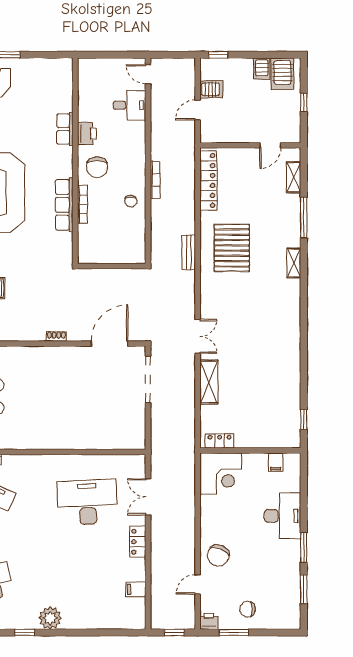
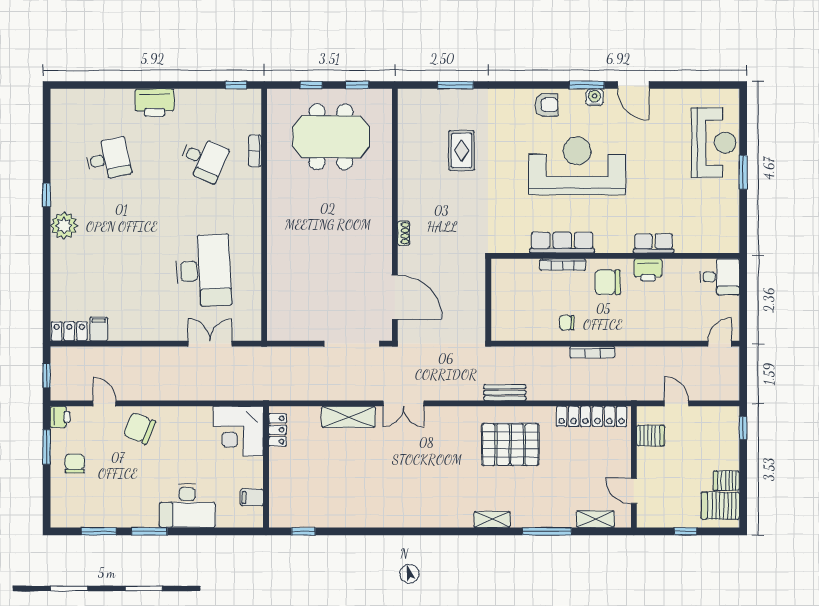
server rack: (211, 89) -> (651, 436), moved, turned -90
desk: (130, 105) -> (720, 277), moved, turned -90
locker: (138, 542) -> (69, 331), moved

